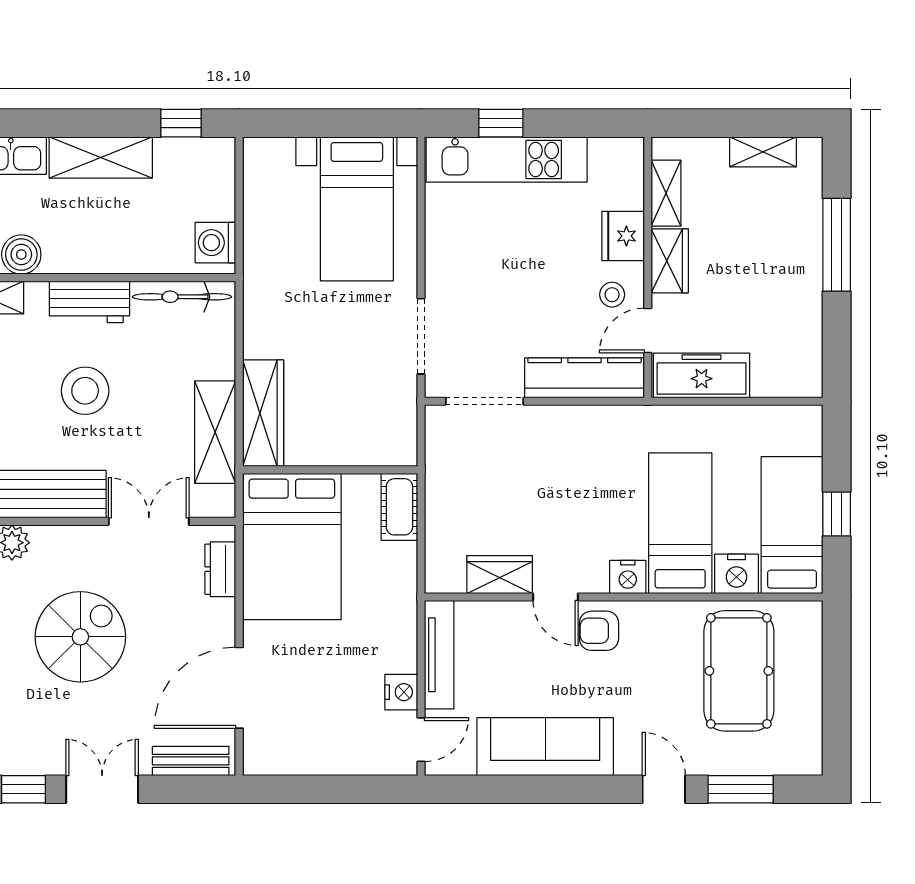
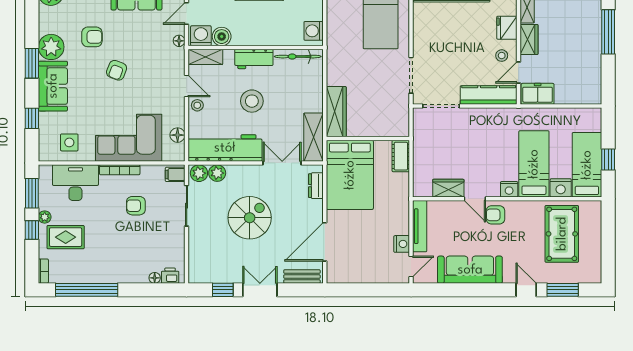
freezer: (702, 375) -> (538, 94), width x0.71
shelving: (215, 432) -> (314, 137), moved

